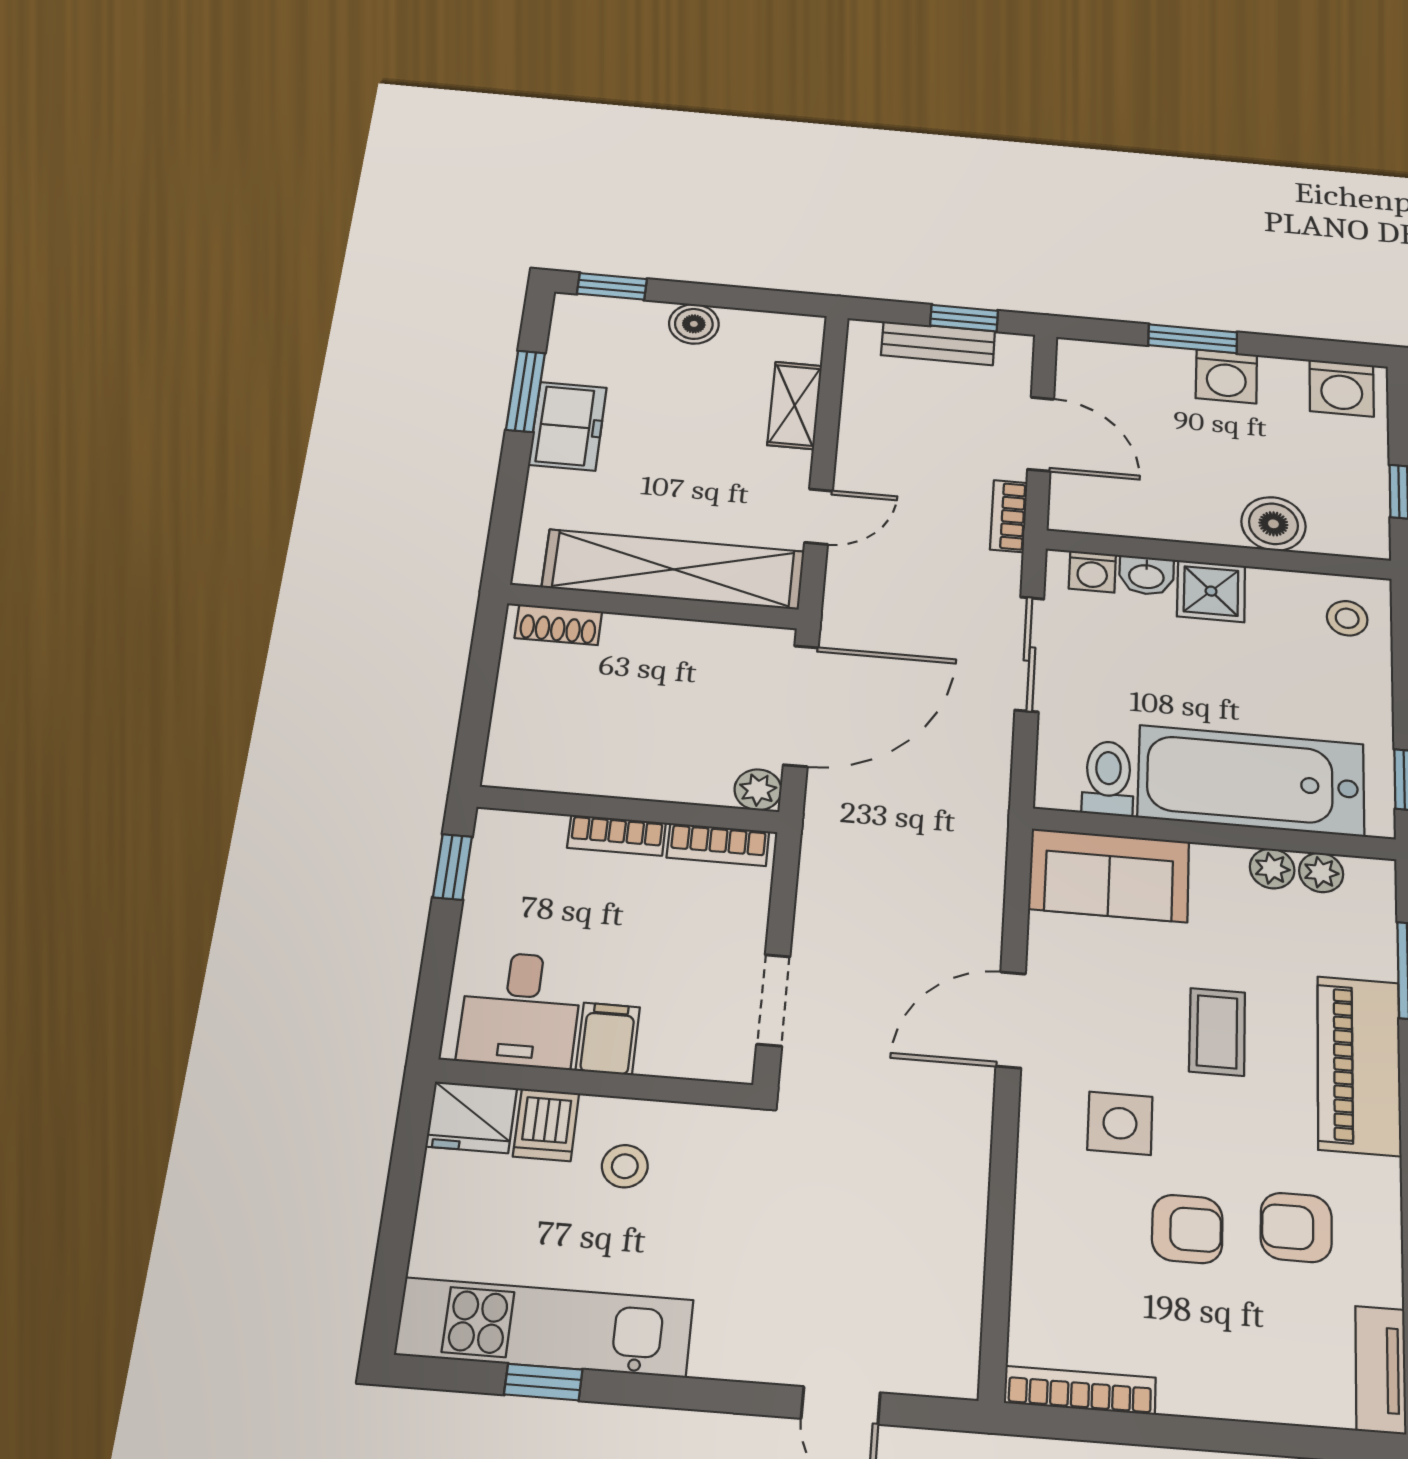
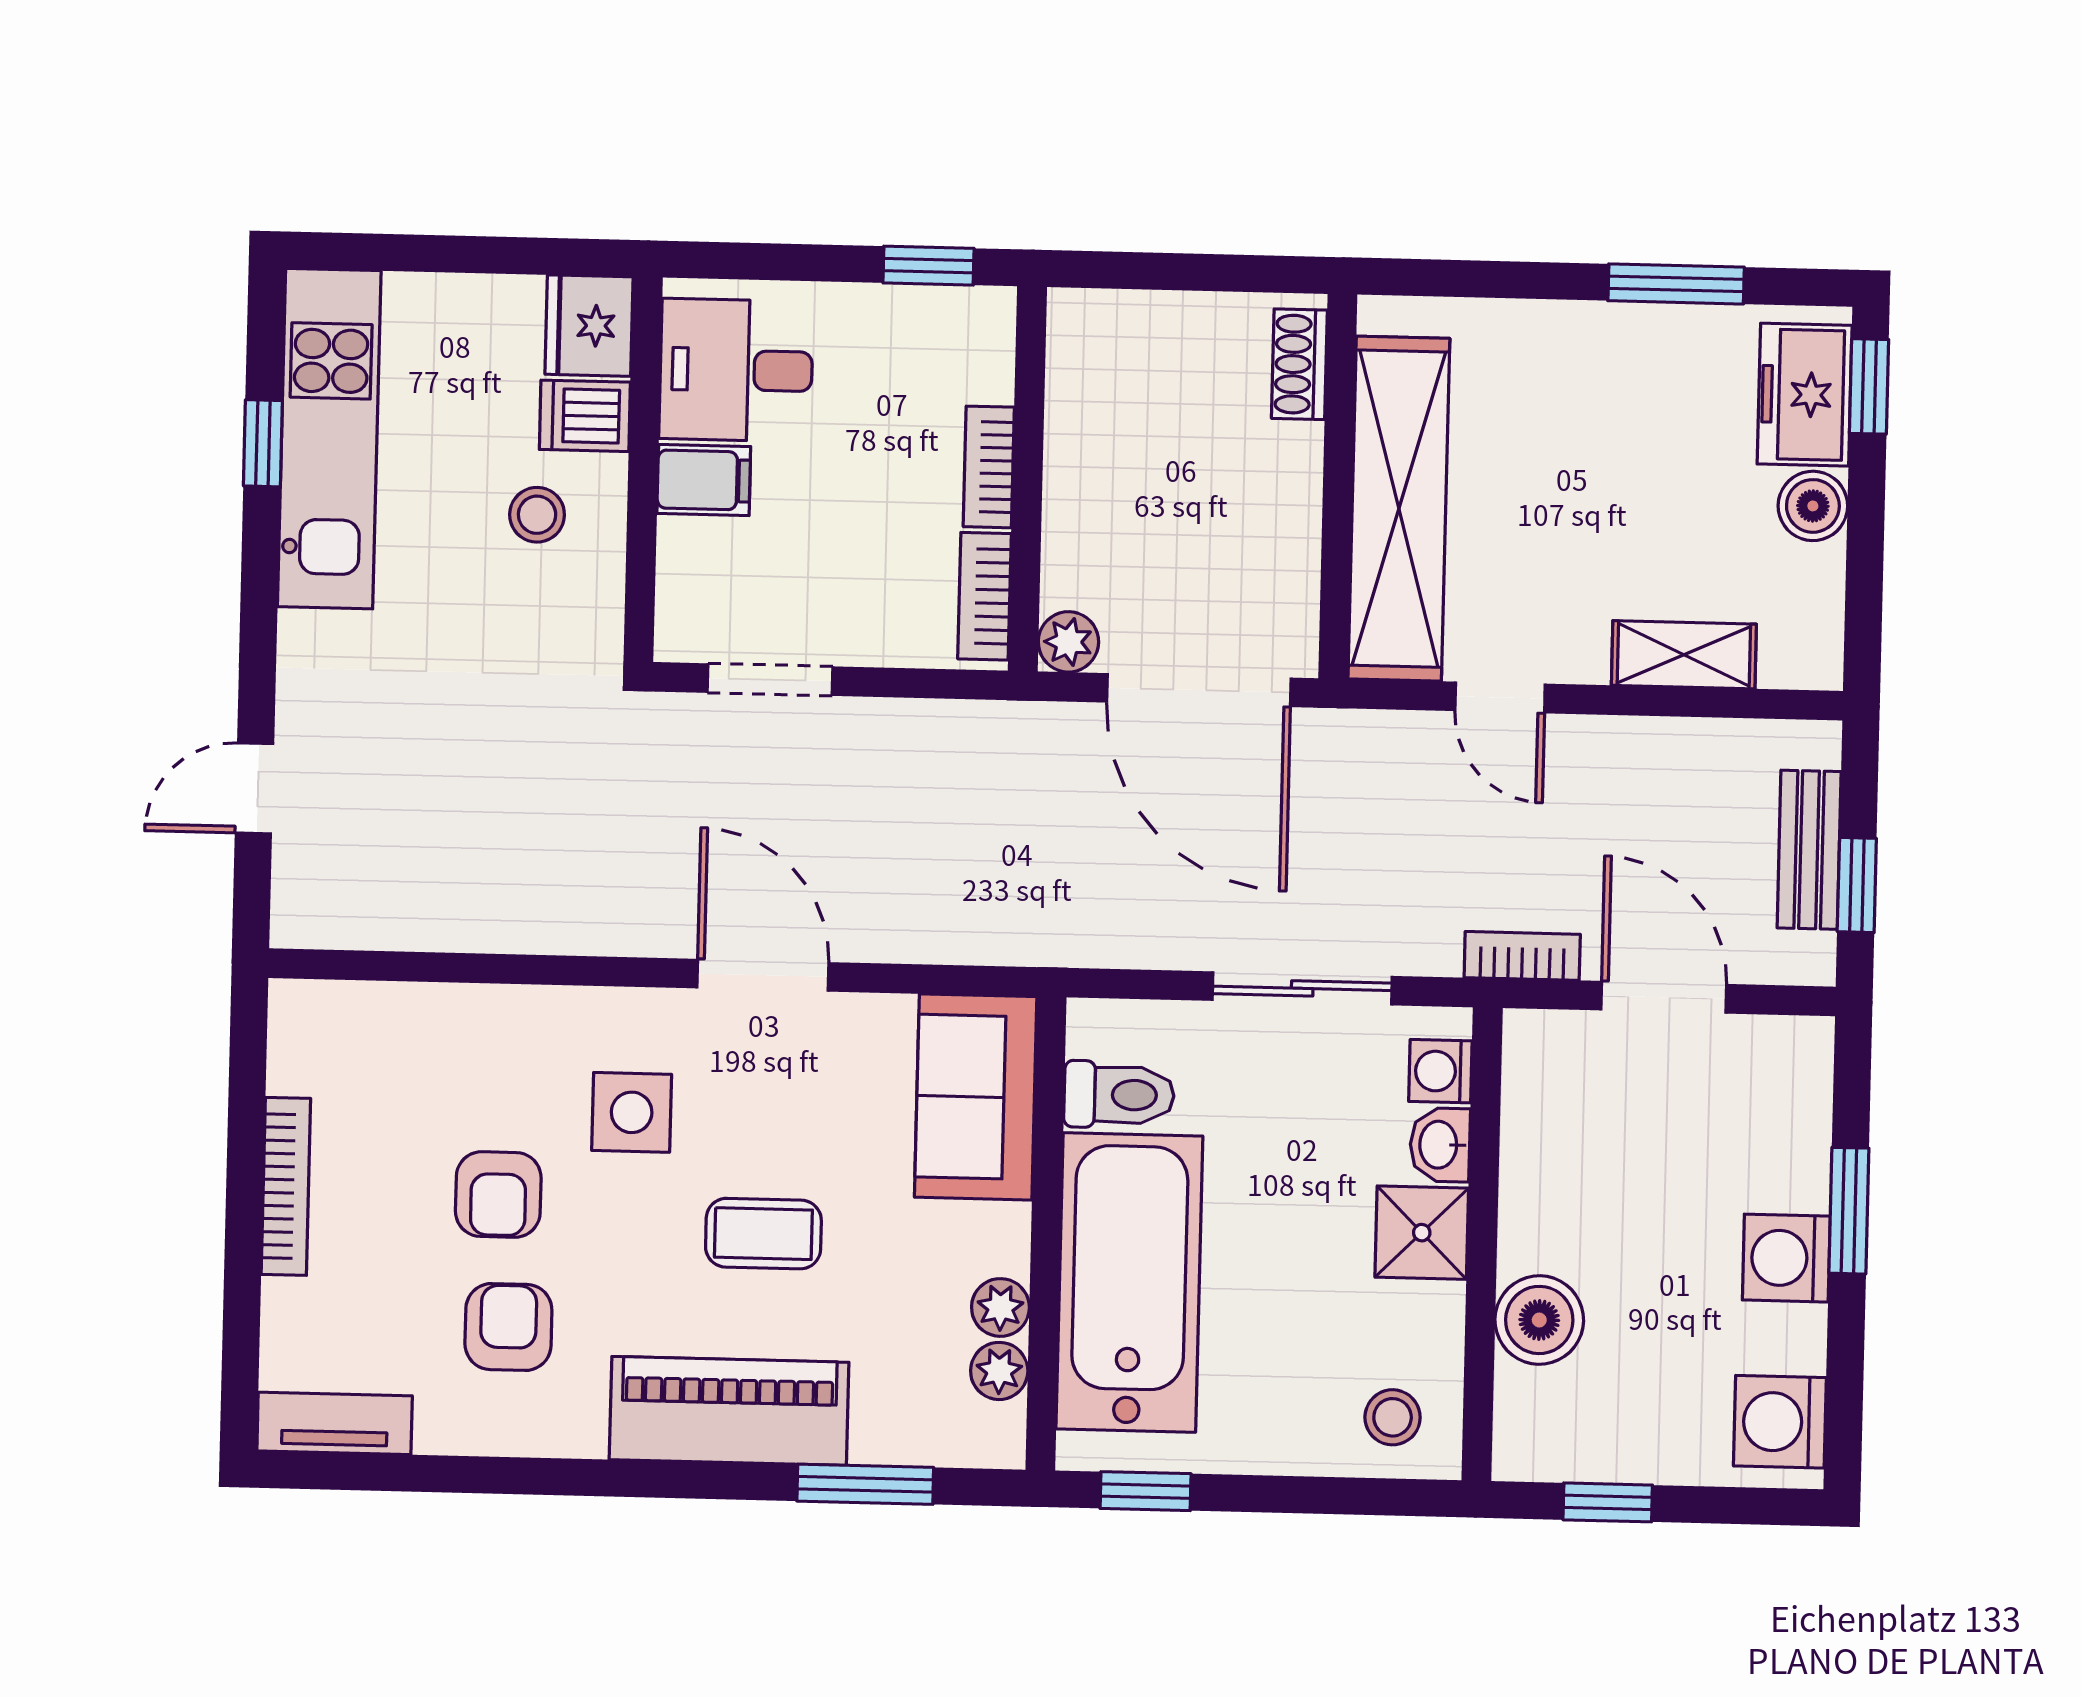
freezer: (568, 426) -> (1805, 395), moved, turned 90
door: (1041, 434) -> (1664, 997), swing flipped
bookcase: (1080, 1390) -> (286, 1186), moved

